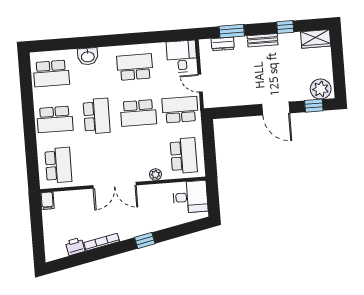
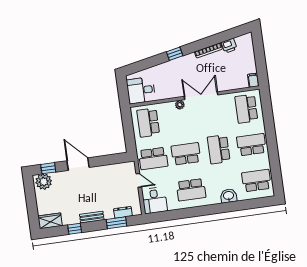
plant: (155, 174) -> (180, 105), moved

